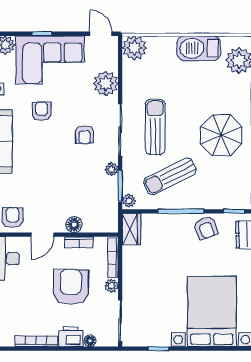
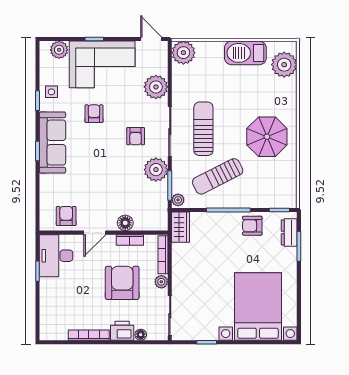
plant: (112, 169) -> (156, 170), width x1.87, depth x1.87
armchair: (206, 228) -> (252, 226), turned 110

